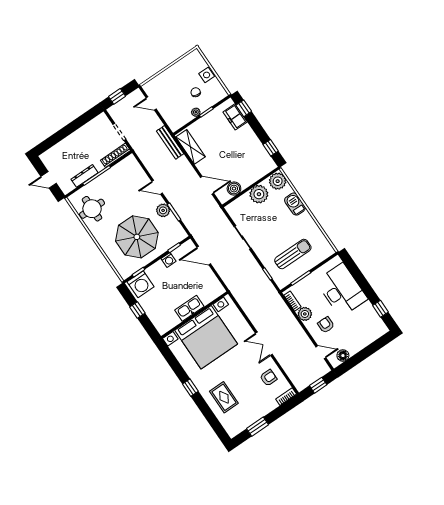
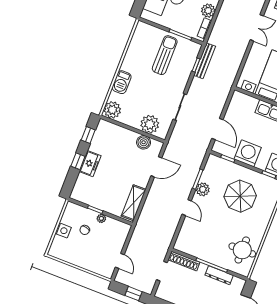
window: (244, 108) -> (78, 161), moved
freezer: (235, 117) -> (90, 164), moved
bench: (170, 142) -> (205, 61), moved
door: (207, 185) -> (156, 167), swing flipped
plant: (259, 194) -> (150, 124), moved
parasol: (137, 237) -> (240, 196), width x0.73, depth x0.73
sun lounger: (293, 254) -> (165, 55), turned 90
washing machine: (169, 260) -> (248, 153), width x1.89, depth x1.89

